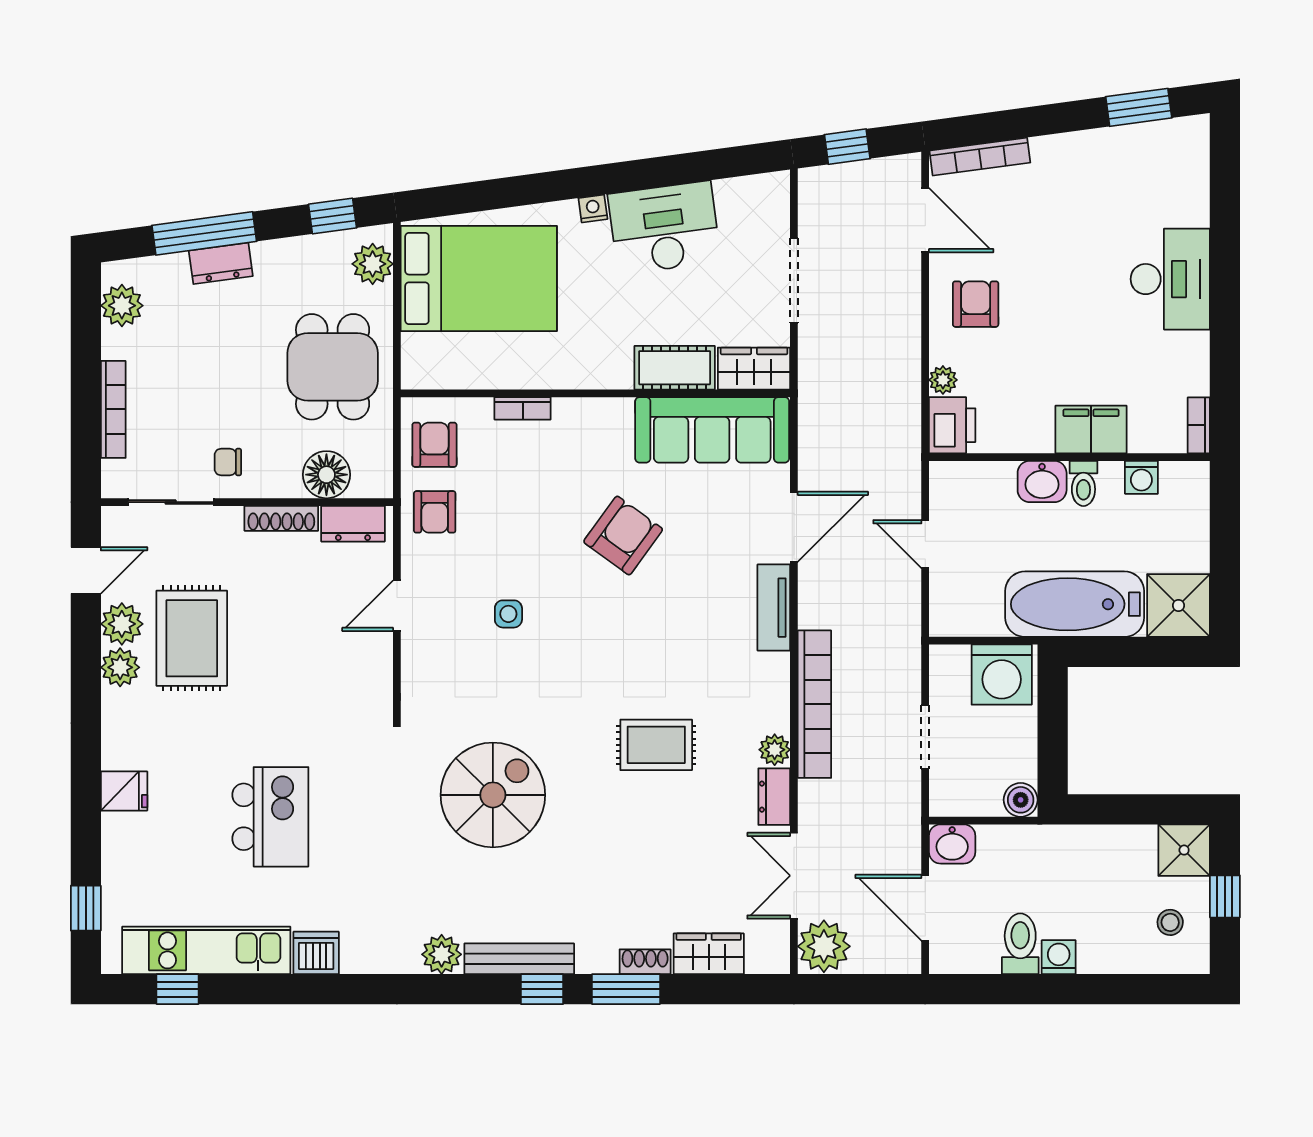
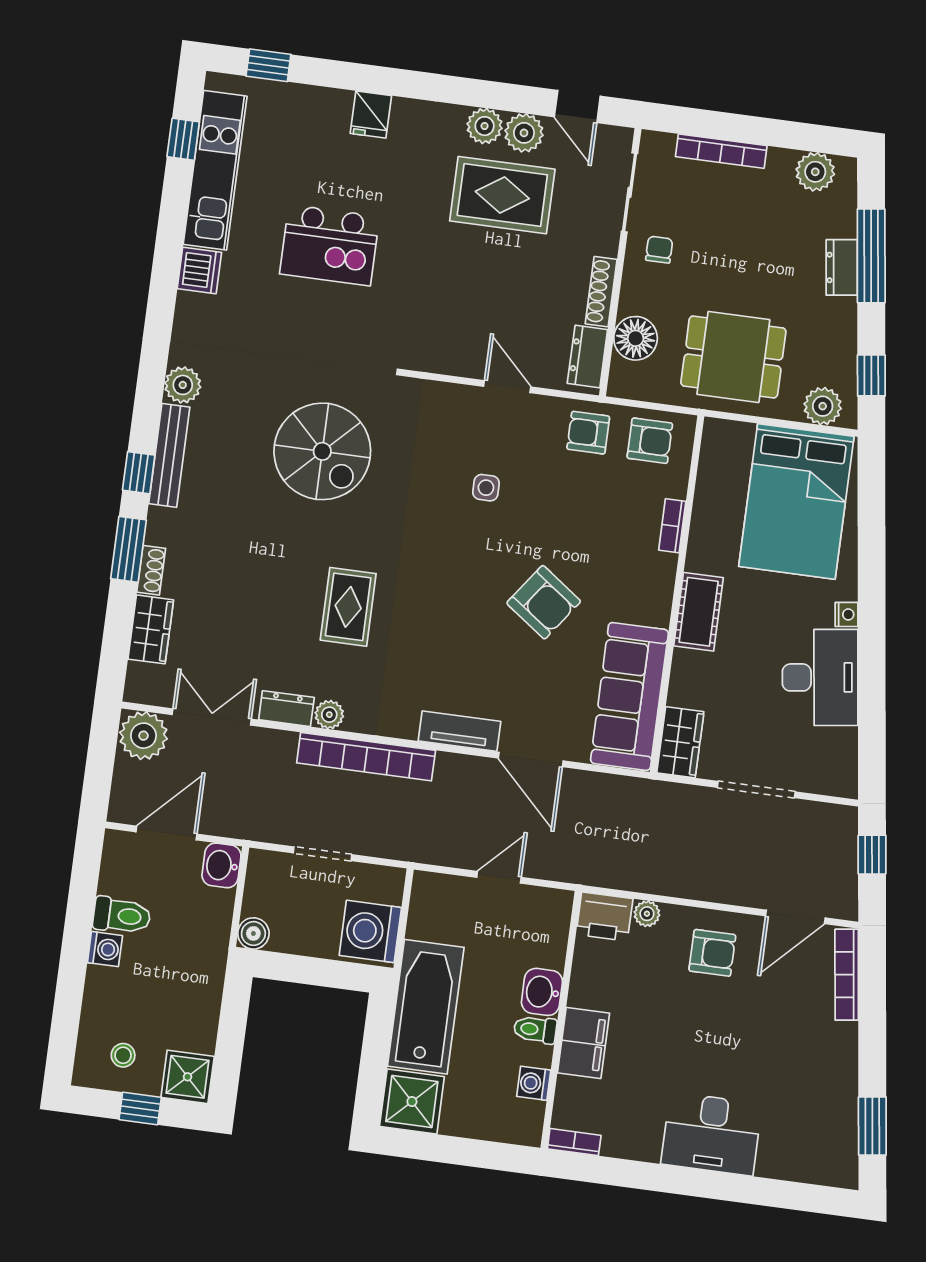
cot: (675, 368) -> (699, 612), moved

